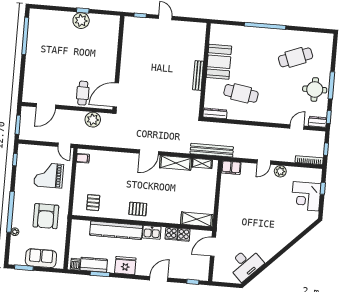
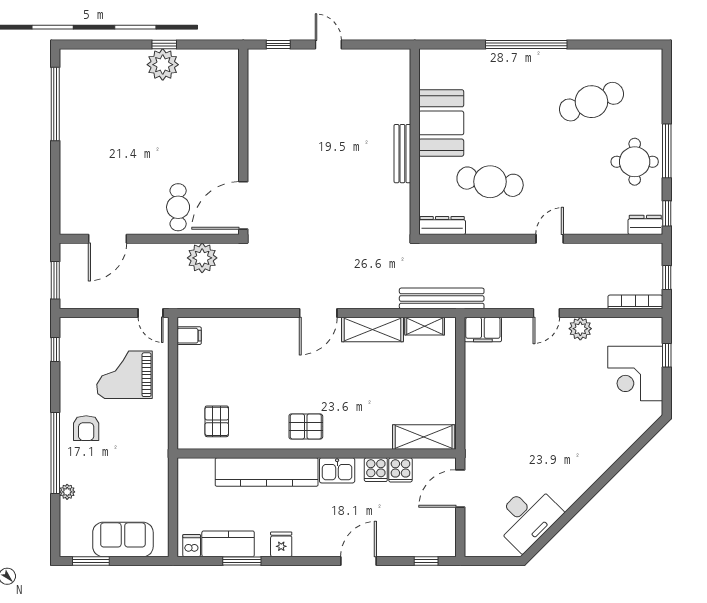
door: (297, 127) -> (550, 239), moved
armchair: (46, 216) -> (86, 428), moved, width x0.53, depth x0.53
fridge: (125, 266) -> (281, 544), width x0.53, depth x0.75

